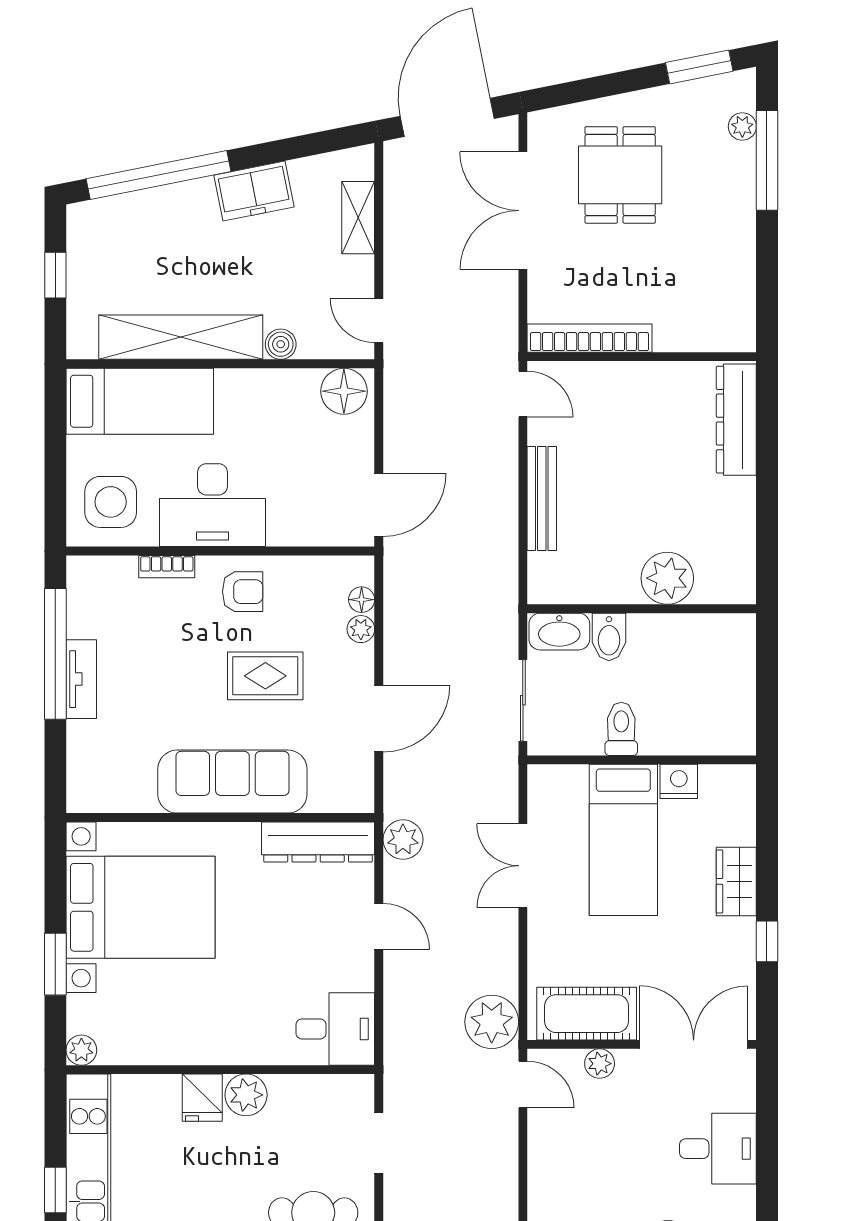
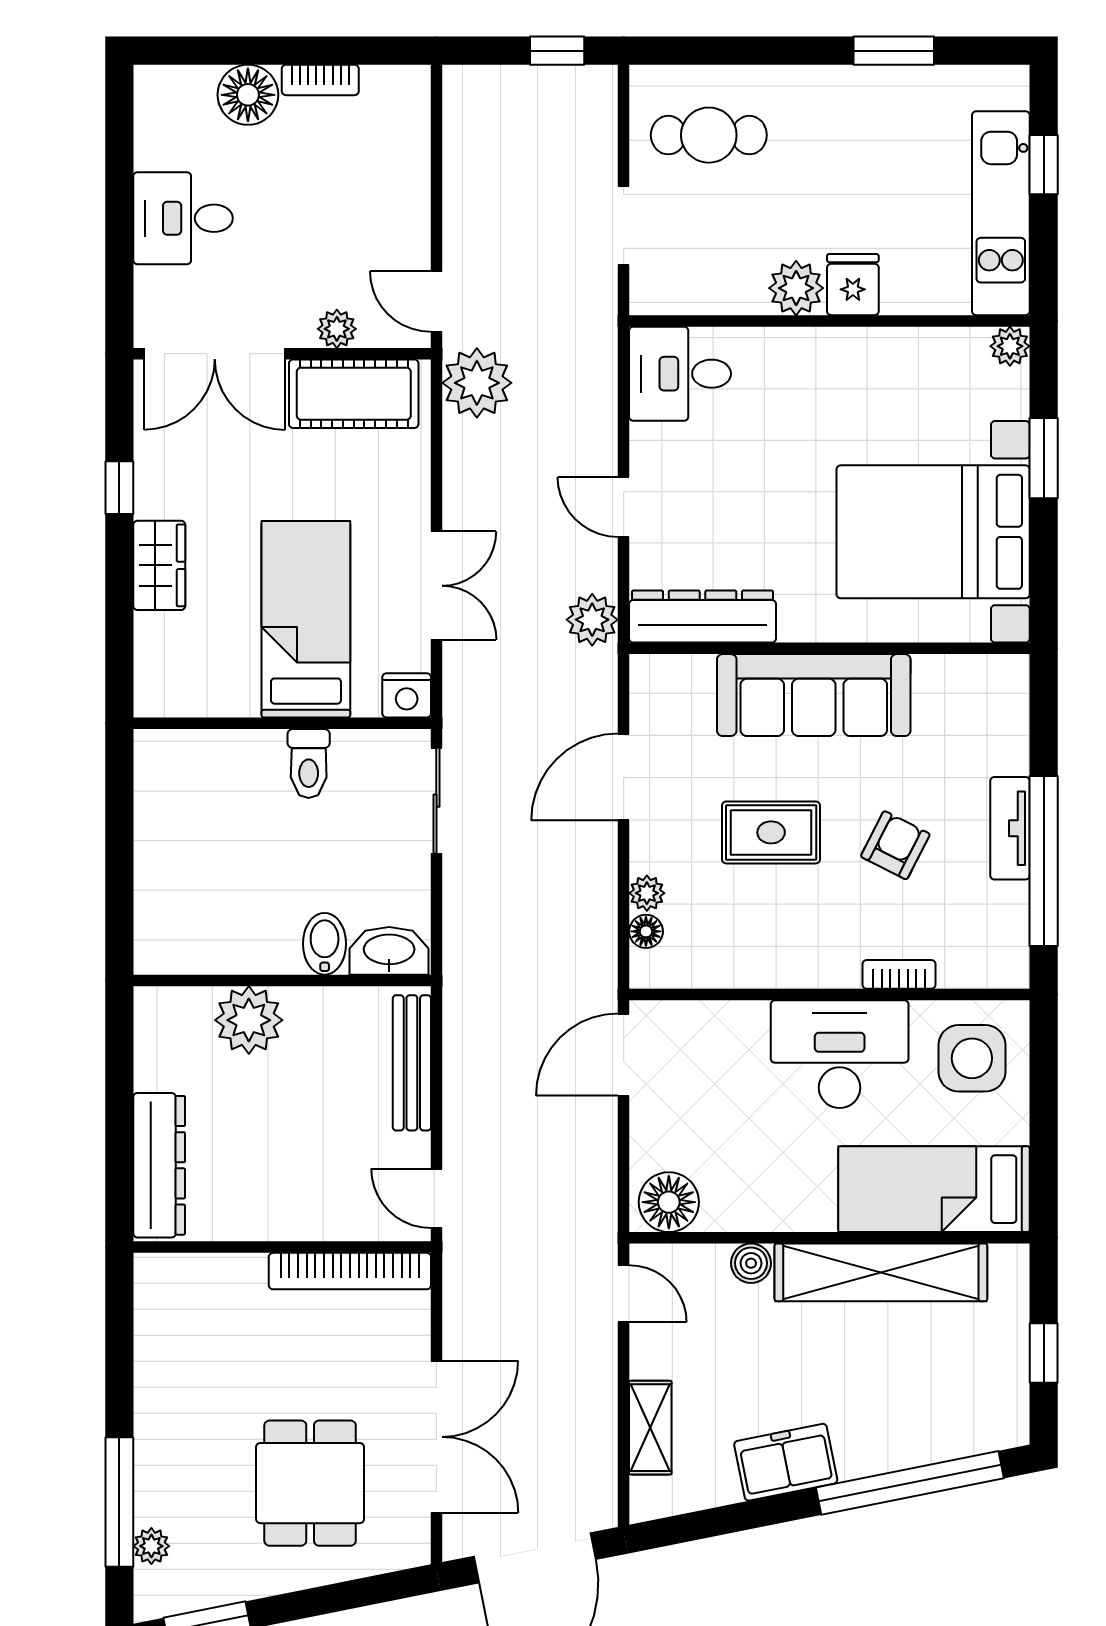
plant: (667, 578) -> (249, 1020), moved
armchair: (243, 592) -> (895, 845), moved, turned 117
wall: (642, 609) -> (282, 980), moved
washbasin: (559, 632) -> (389, 951), moved
bidet: (609, 637) -> (325, 944), moved
nightstand: (679, 781) -> (407, 695), moved

